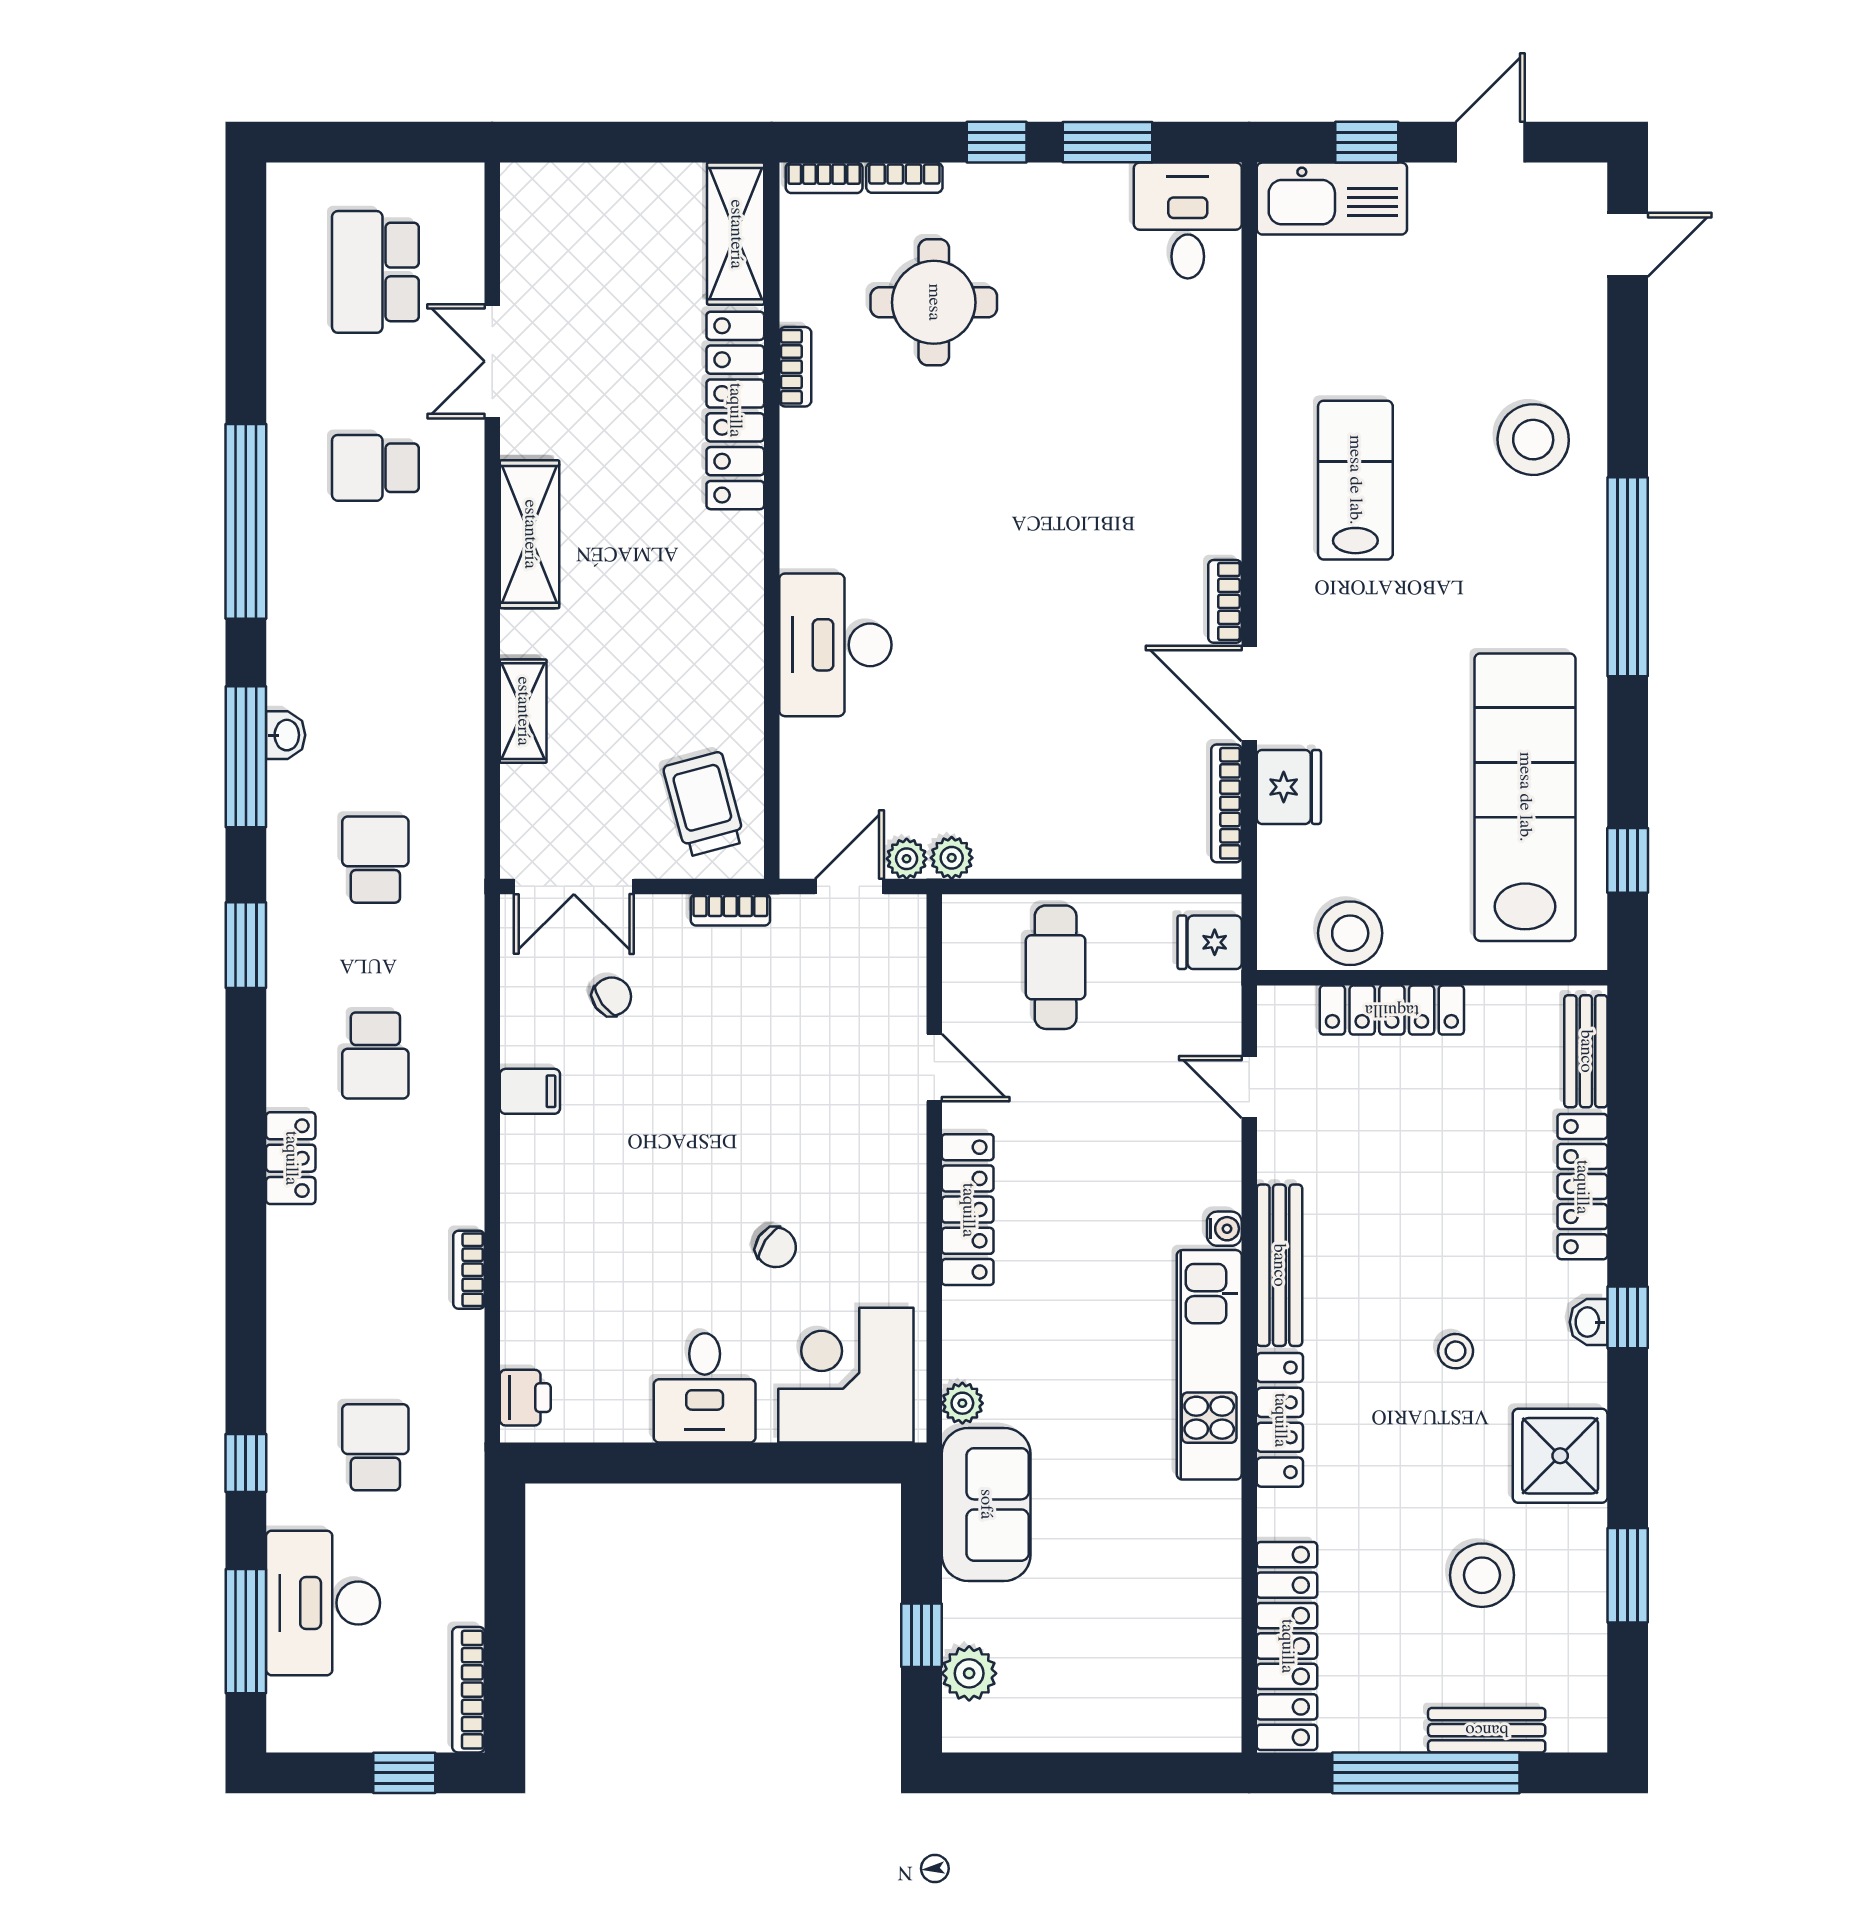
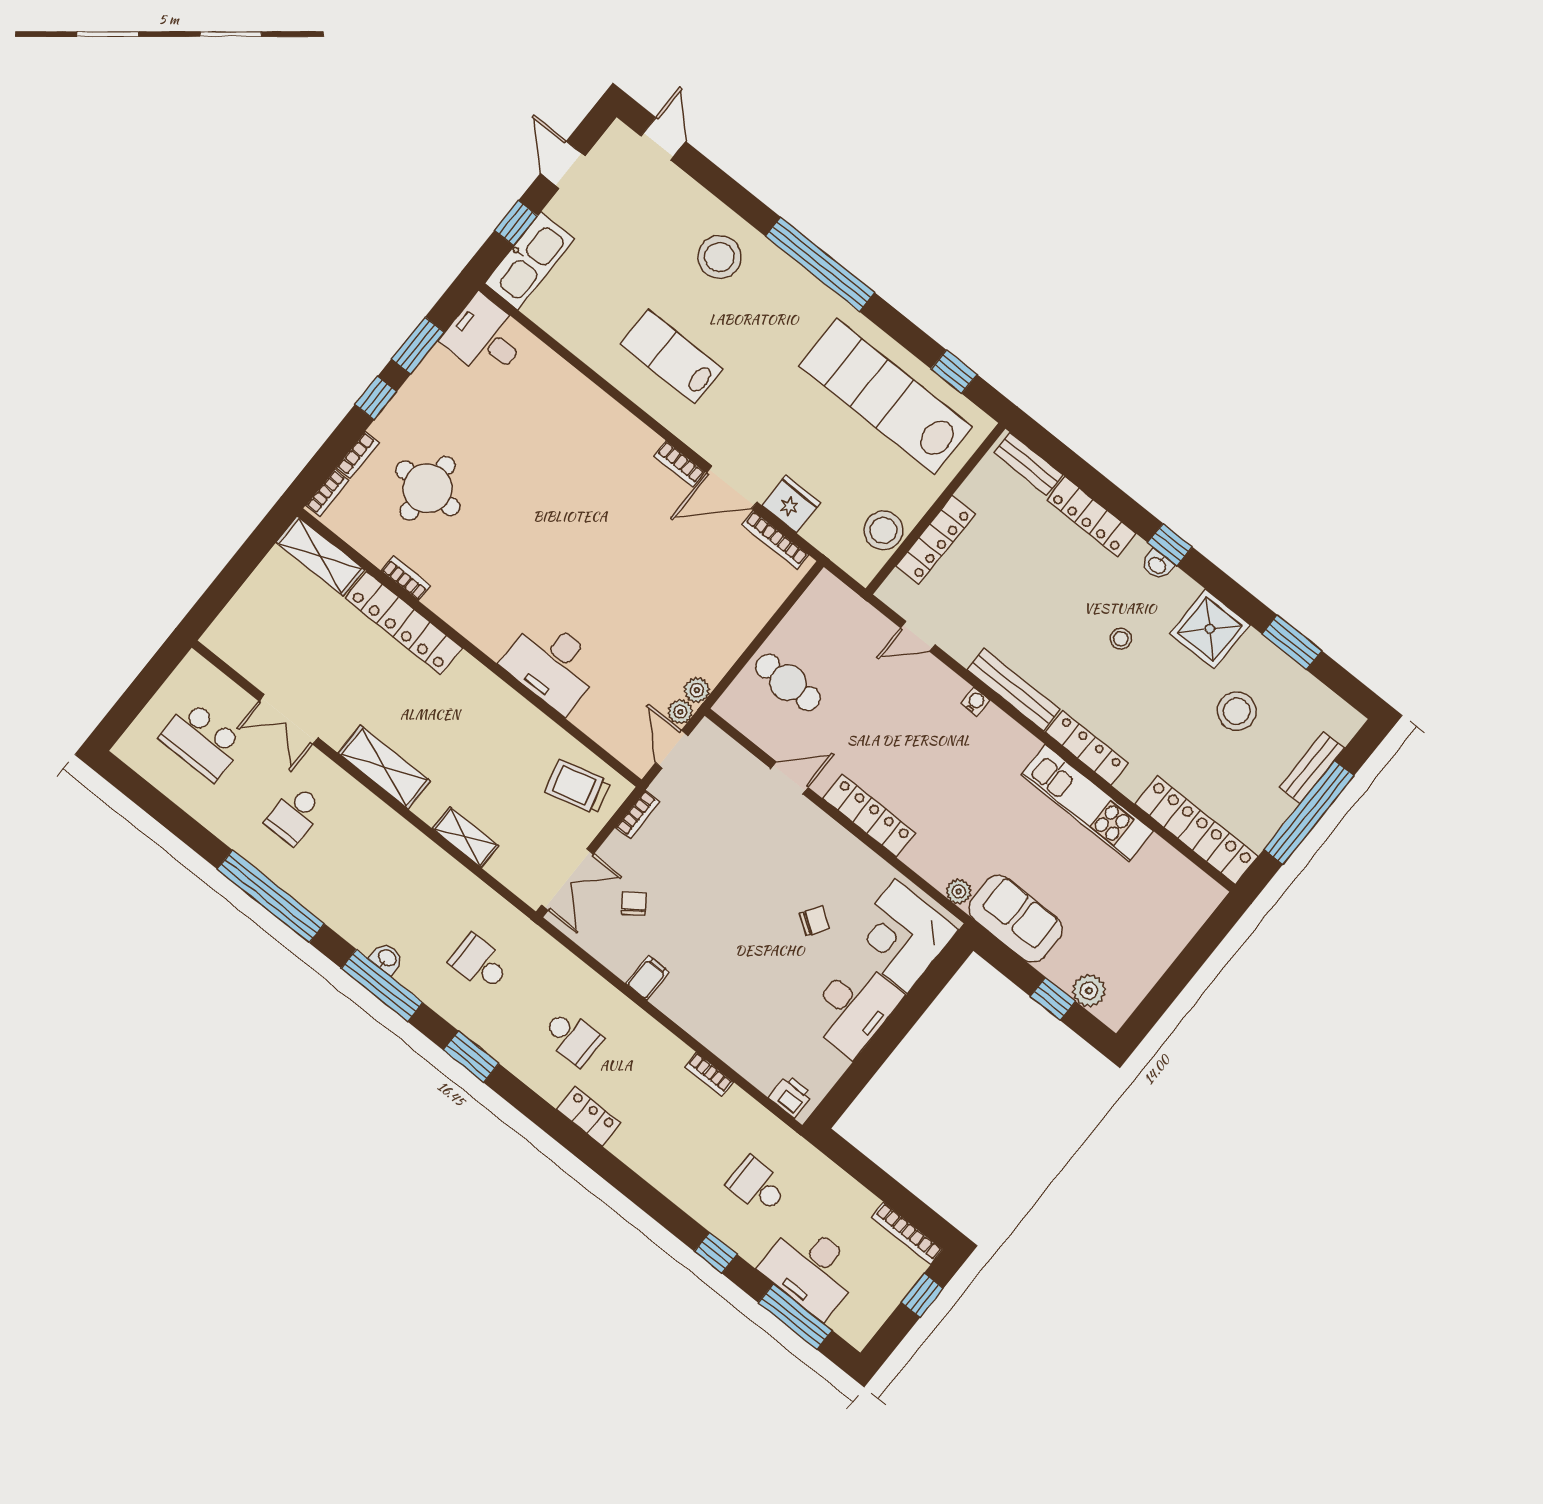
fridge: (1210, 942) -> (834, 600), removed
kitchen unit: (1209, 1365) -> (1087, 803), moved
desk: (705, 1388) -> (854, 1008), width x1.37

